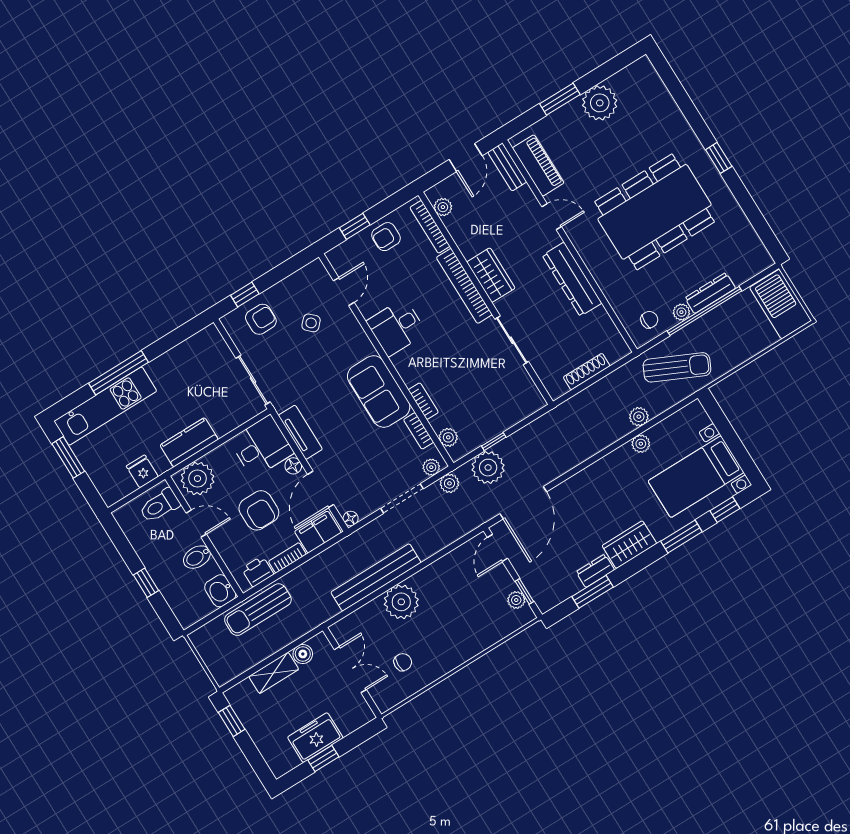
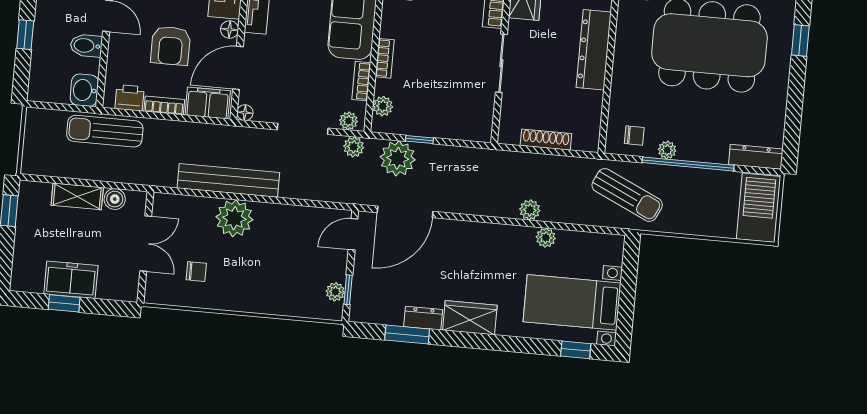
dresser: (710, 293) -> (756, 157), moved
plant: (639, 417) -> (530, 210), moved
window: (681, 537) -> (520, 345), removed

